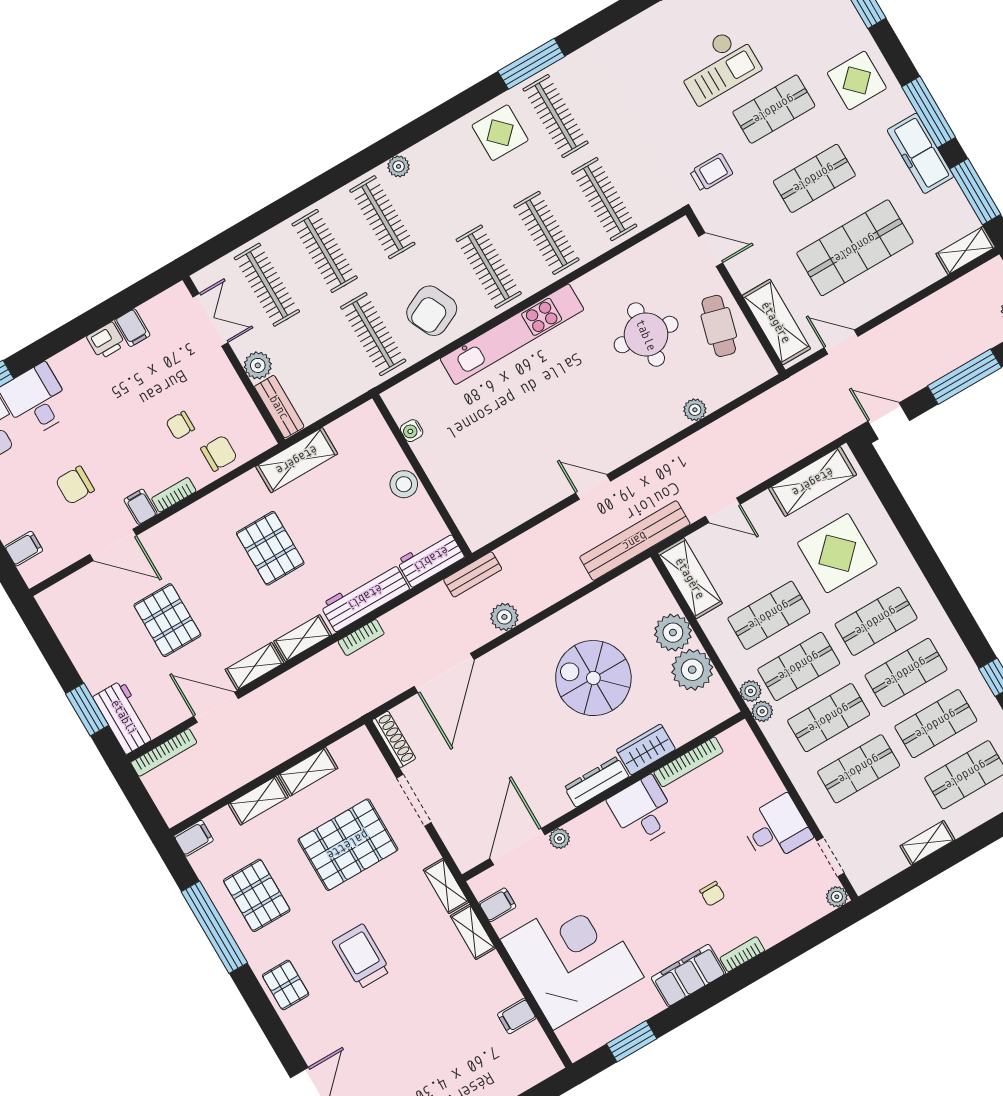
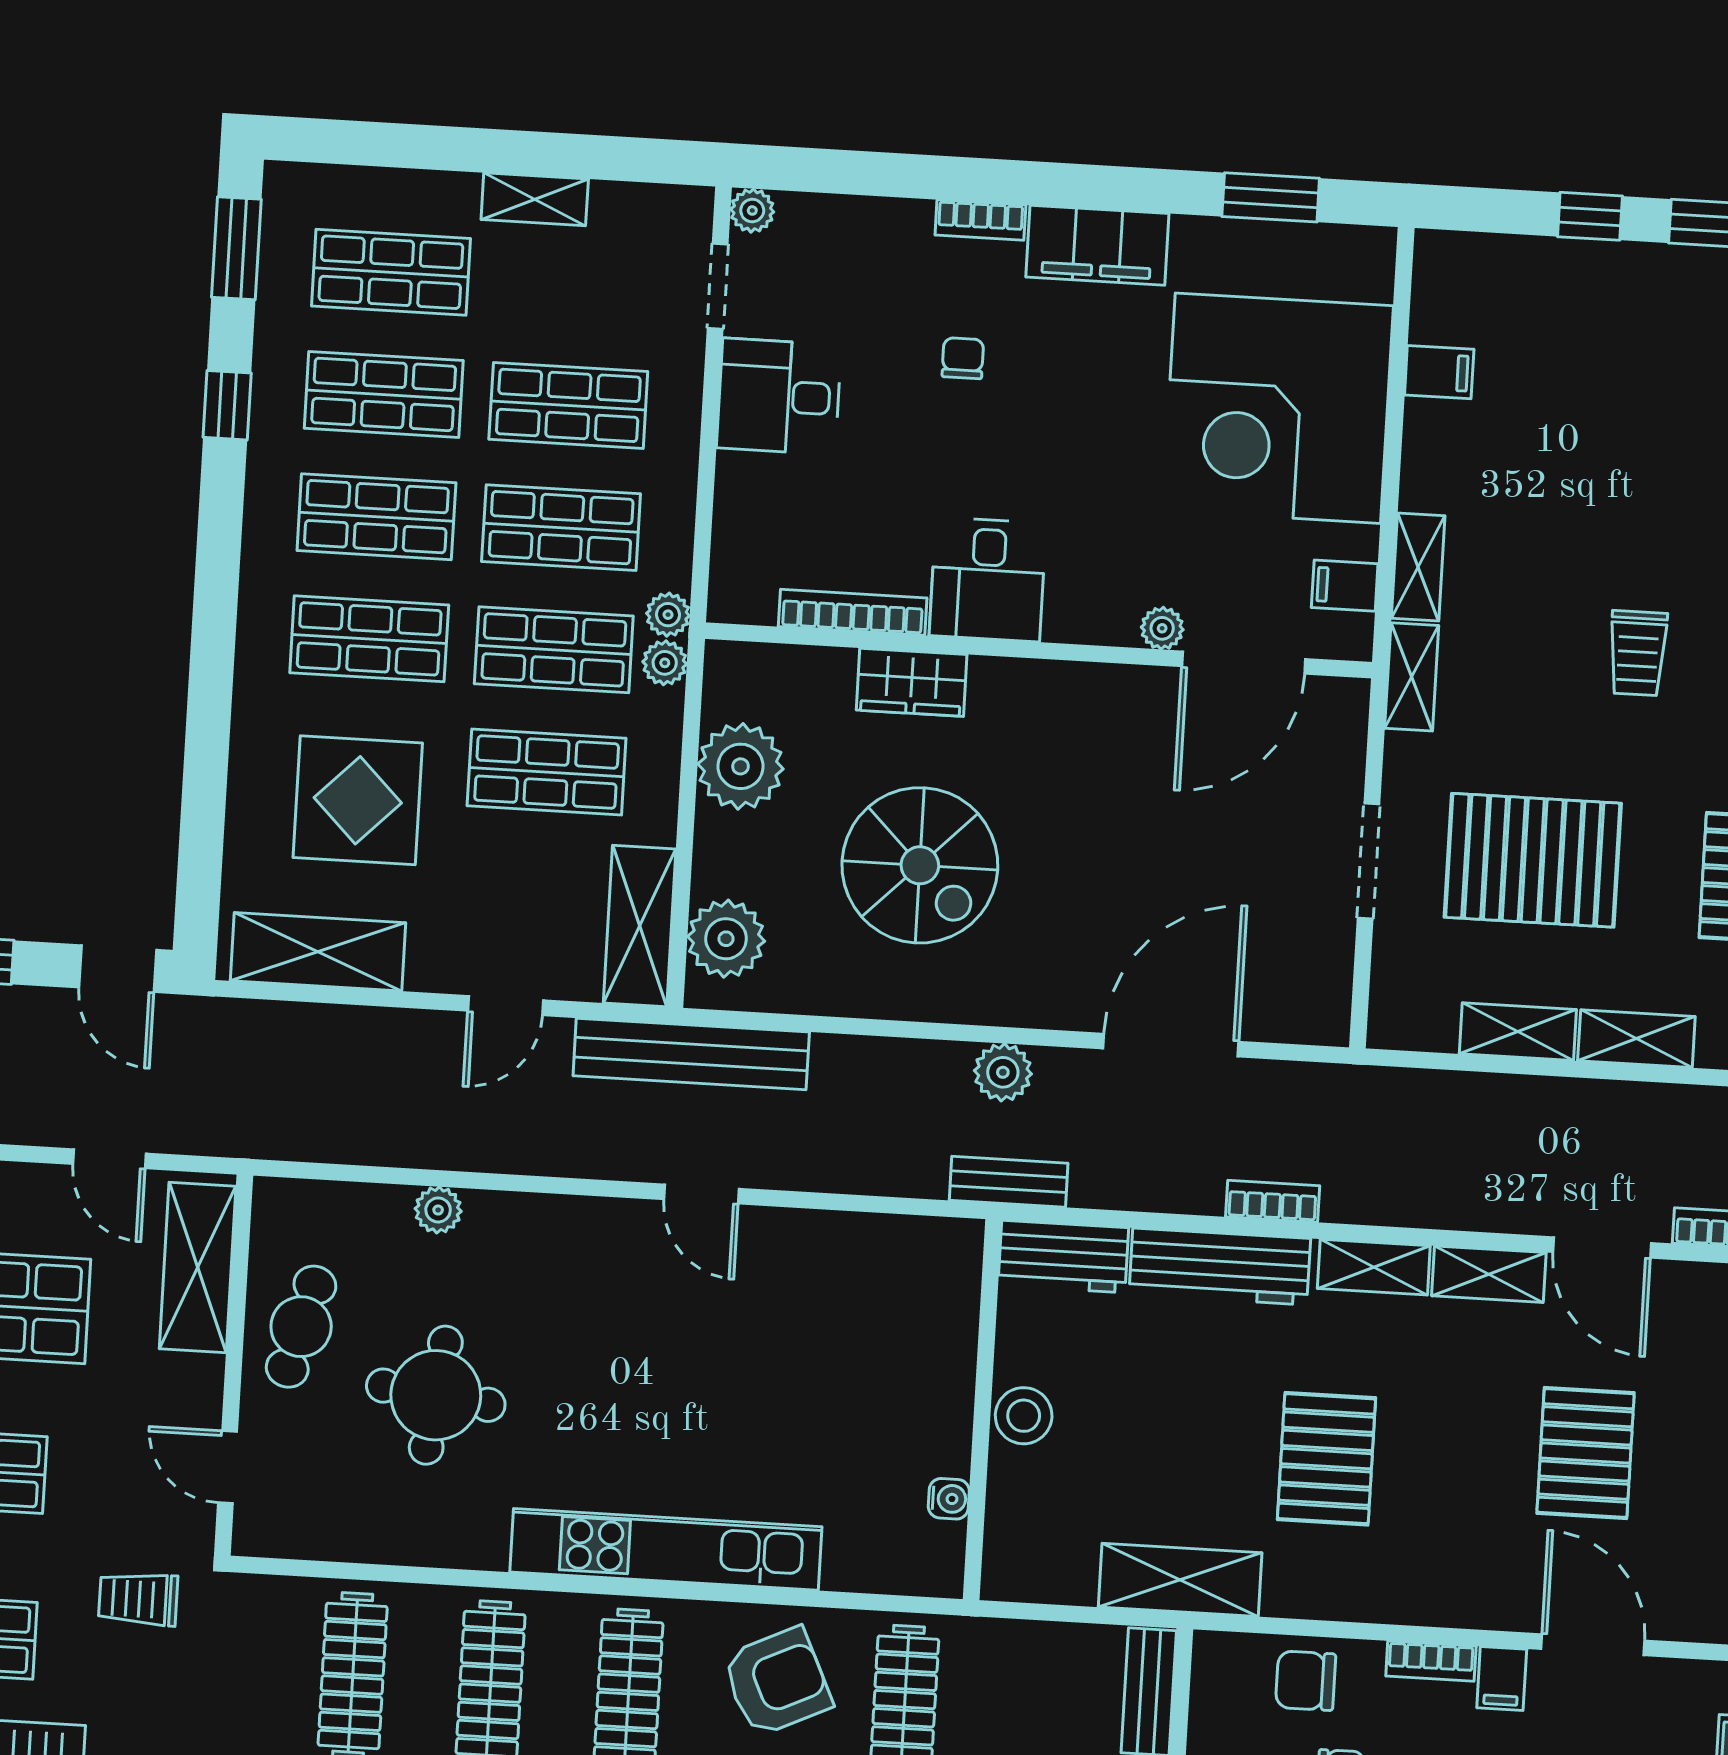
door: (723, 510) -> (505, 1006), swing flipped
plant: (673, 633) -> (726, 939), moved
shoe rack: (394, 739) -> (1333, 989), removed
dresser: (596, 782) -> (1034, 683), removed
trolley: (361, 956) -> (1638, 653), width x0.73, depth x0.72

